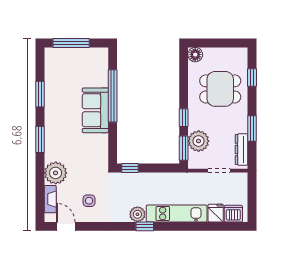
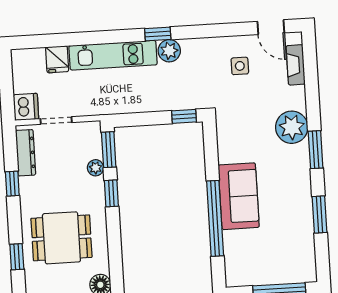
window: (252, 129) -> (12, 184), width x0.67
plant: (199, 141) -> (96, 168), width x0.53, depth x0.53
plant: (56, 173) -> (292, 127), moved
dishwasher: (233, 214) -> (26, 107), moved, turned -90

